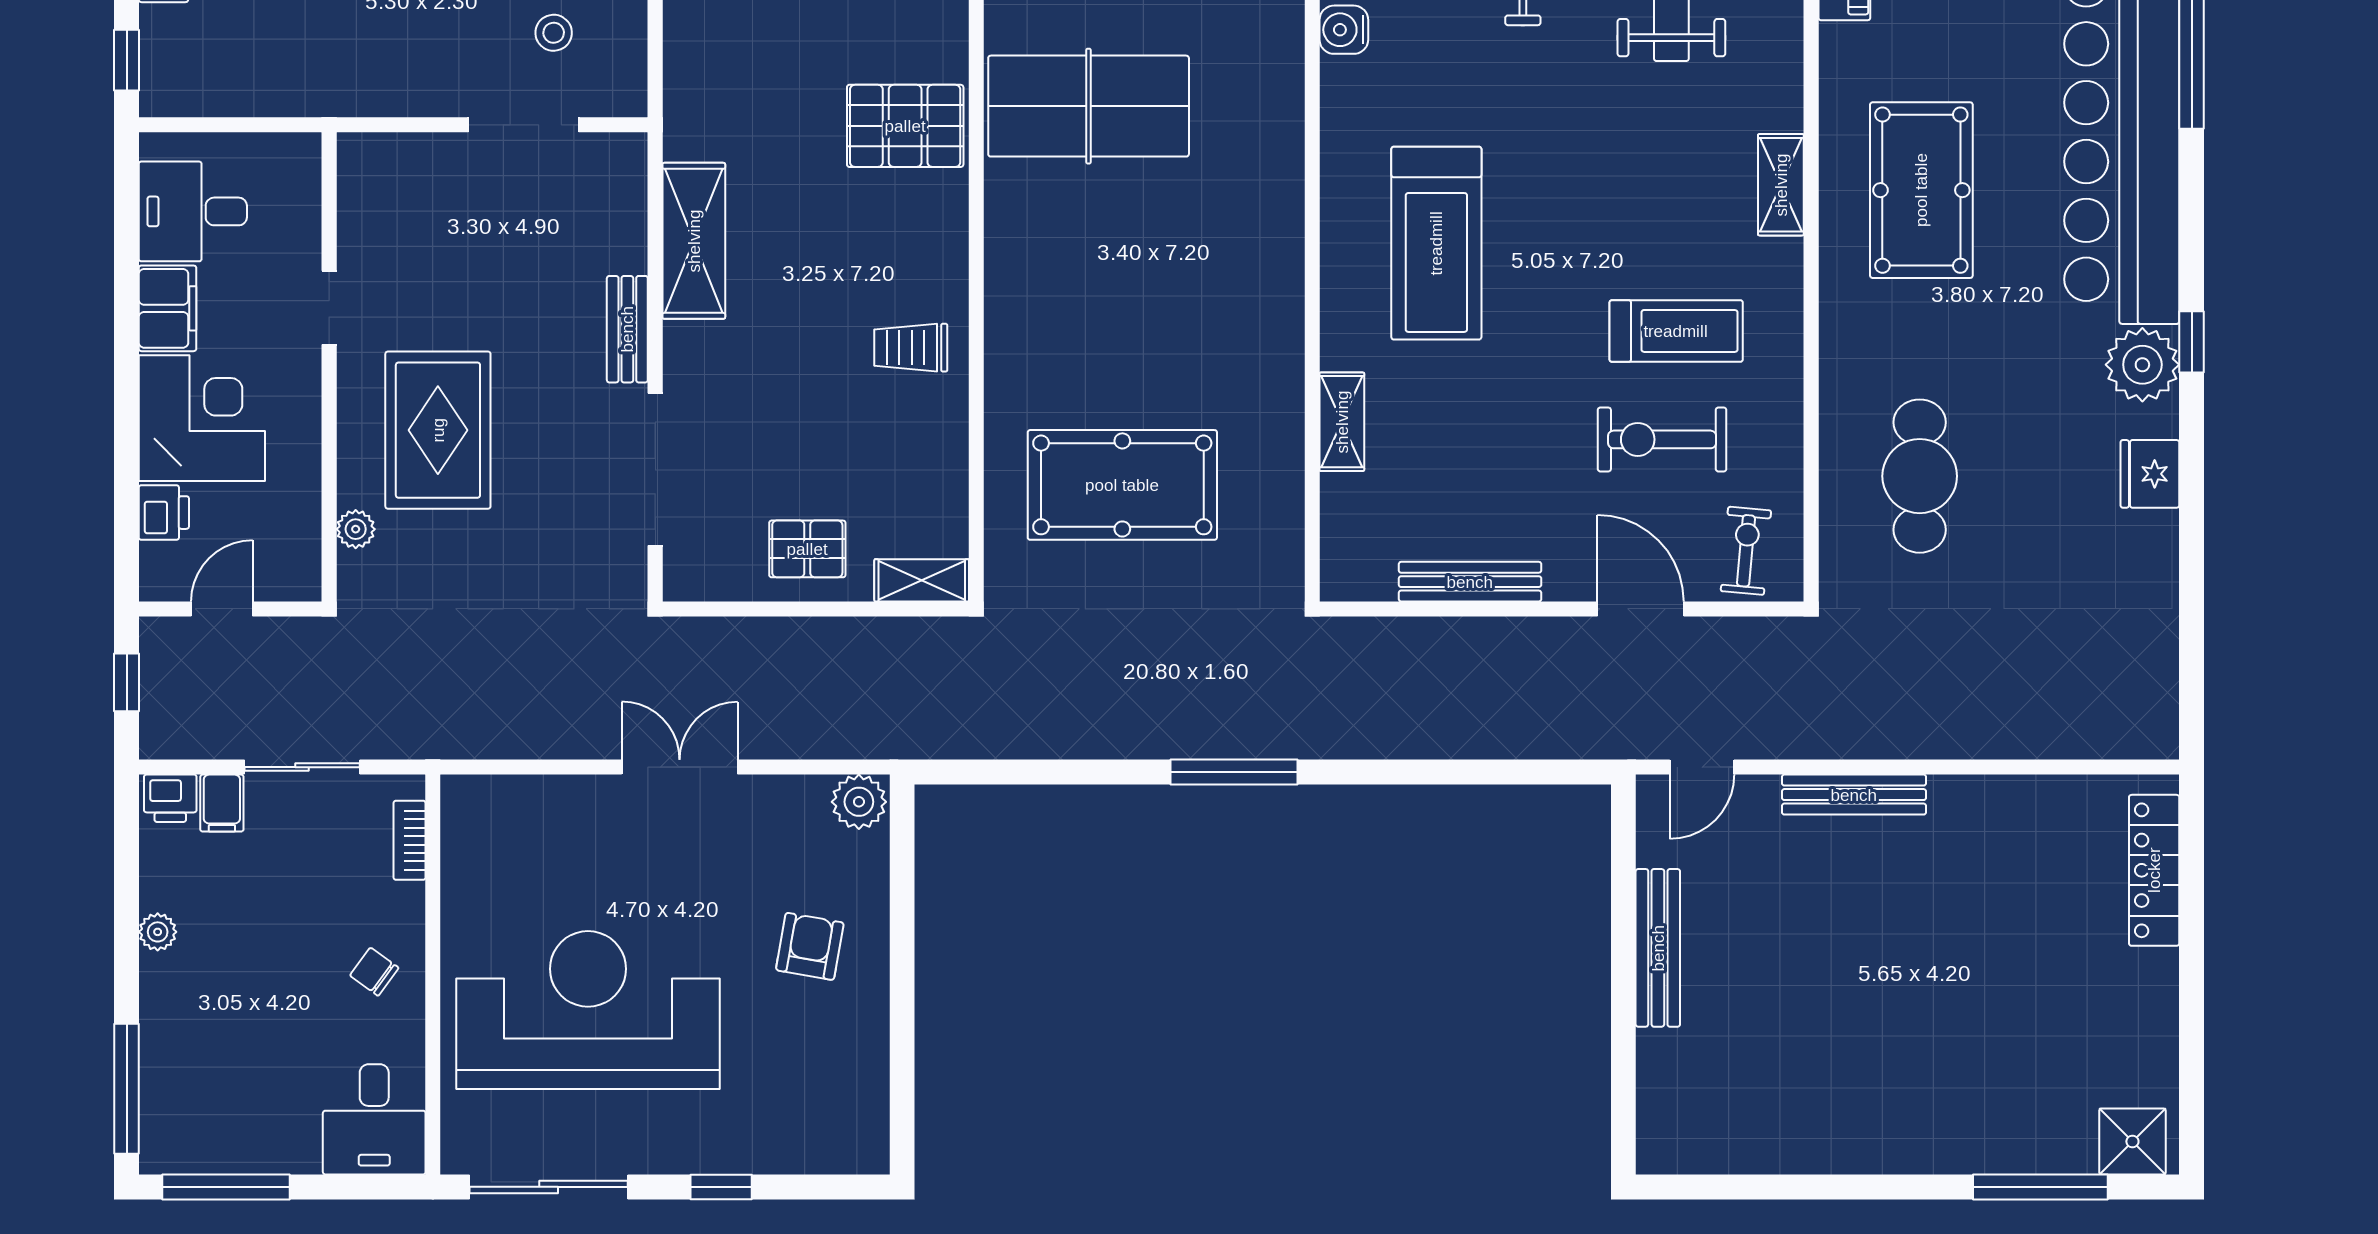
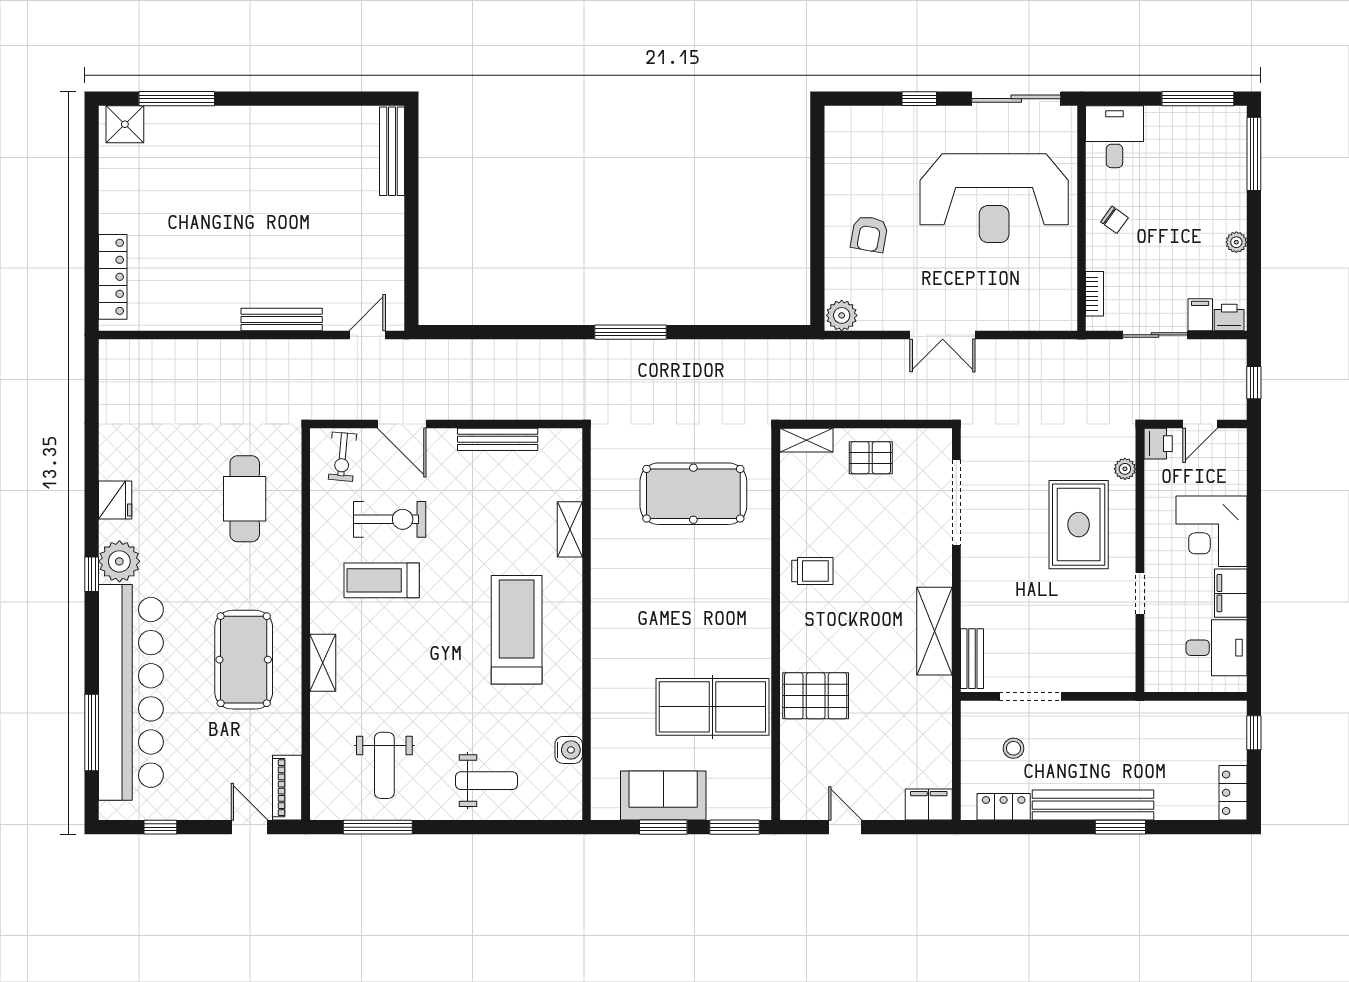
bench: (627, 329) -> (972, 659), moved
printer: (164, 513) -> (1158, 444), moved, turned 180
bench: (1658, 948) -> (392, 151), moved

